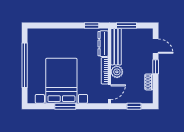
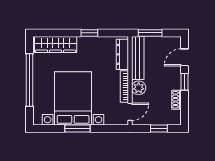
window: (92, 25) -> (89, 33), moved
wardrobe: (47, 35) -> (56, 44), added
door: (156, 46) -> (185, 57), swing flipped

